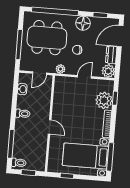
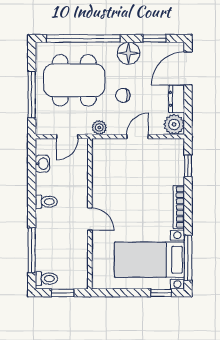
plant: (104, 100) -> (171, 171), removed
window: (67, 176) -> (161, 293), moved

